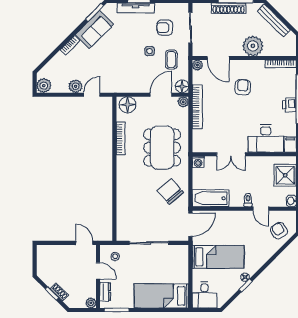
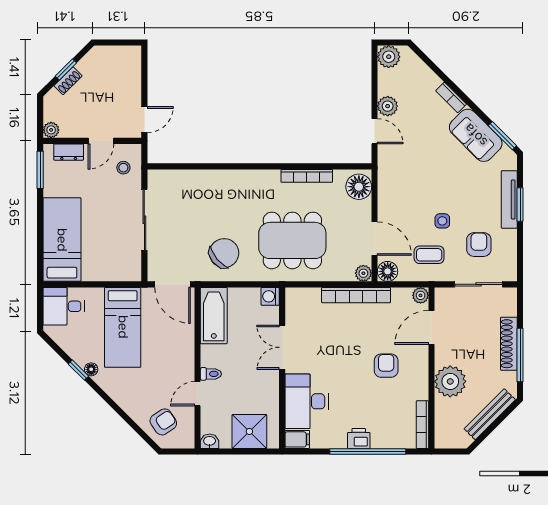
armchair: (243, 87) -> (386, 366), turned -94

